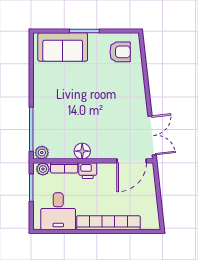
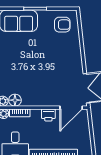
floor lamp: (82, 151) -> (15, 100), moved
printer: (88, 171) -> (48, 115), moved

